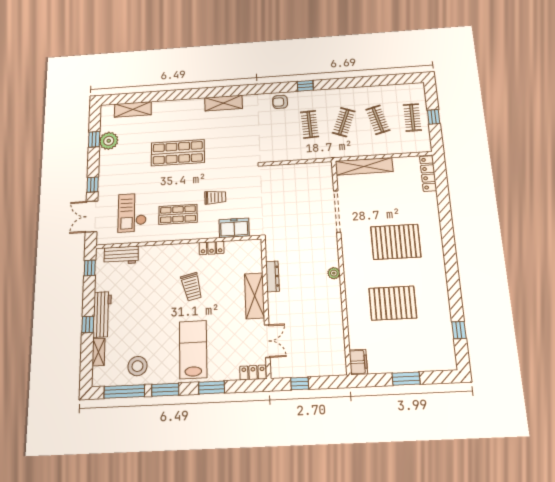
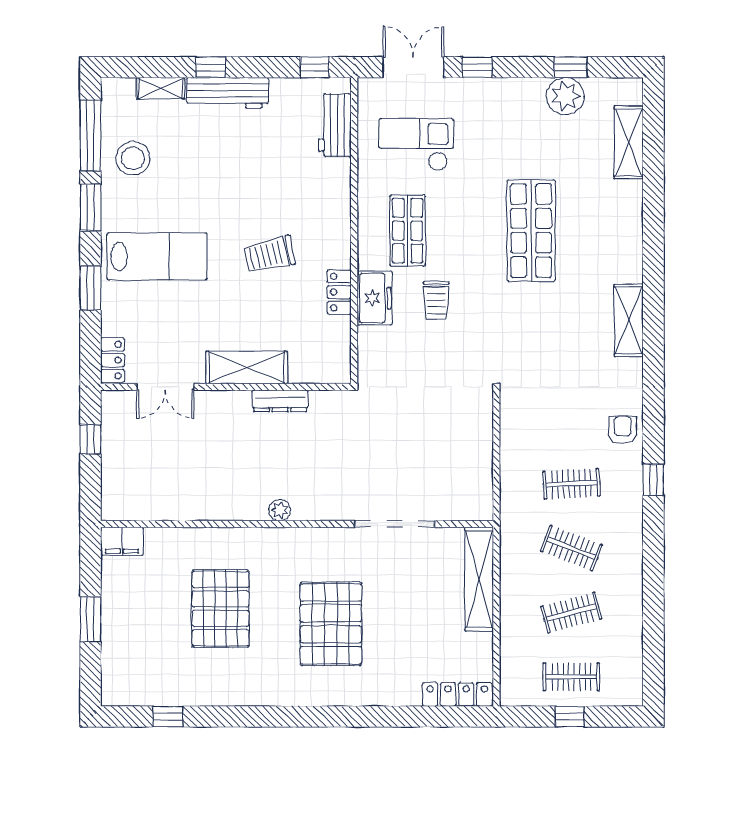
freezer: (234, 228) -> (375, 298), moved

